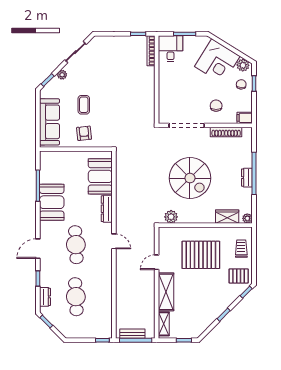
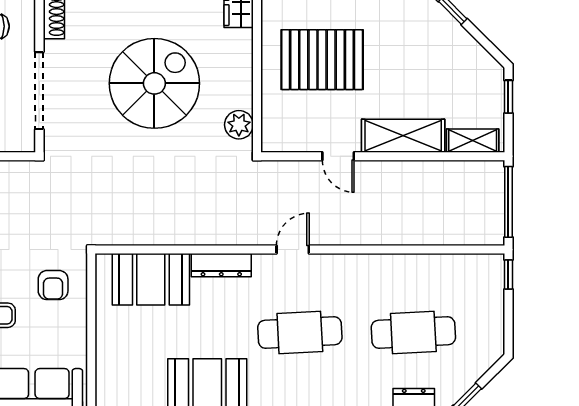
armchair: (84, 133) -> (53, 285), moved, turned -84
pallet: (201, 255) -> (322, 60), turned 90
bench: (132, 334) -> (494, 209), removed

